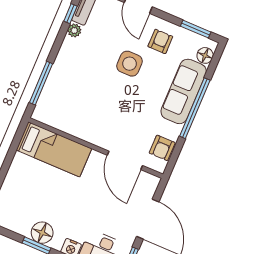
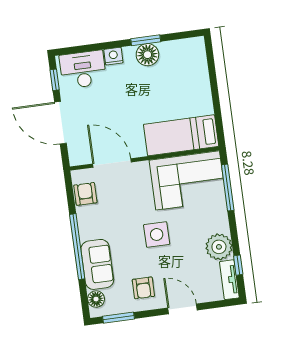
plant: (74, 30) -> (219, 247), width x1.87, depth x1.87
side table: (130, 64) -> (157, 234), moved
sofa: (184, 91) -> (97, 264), width x0.73
corner sofa: (71, 109) -> (188, 180), added

